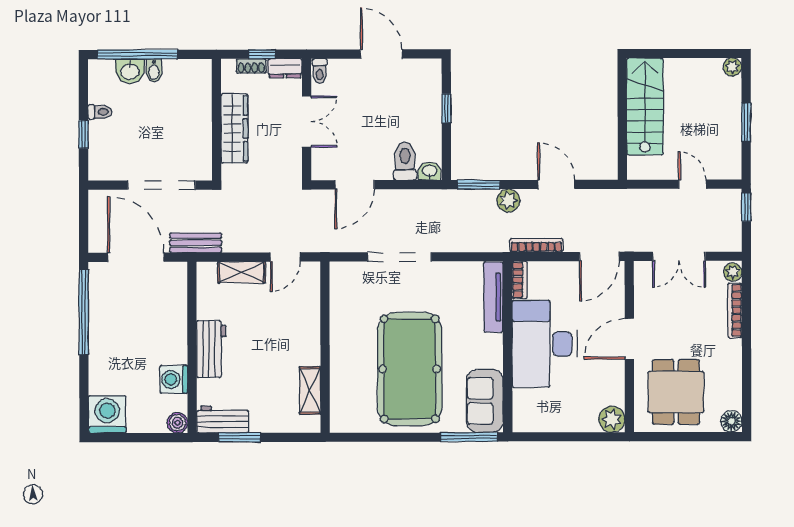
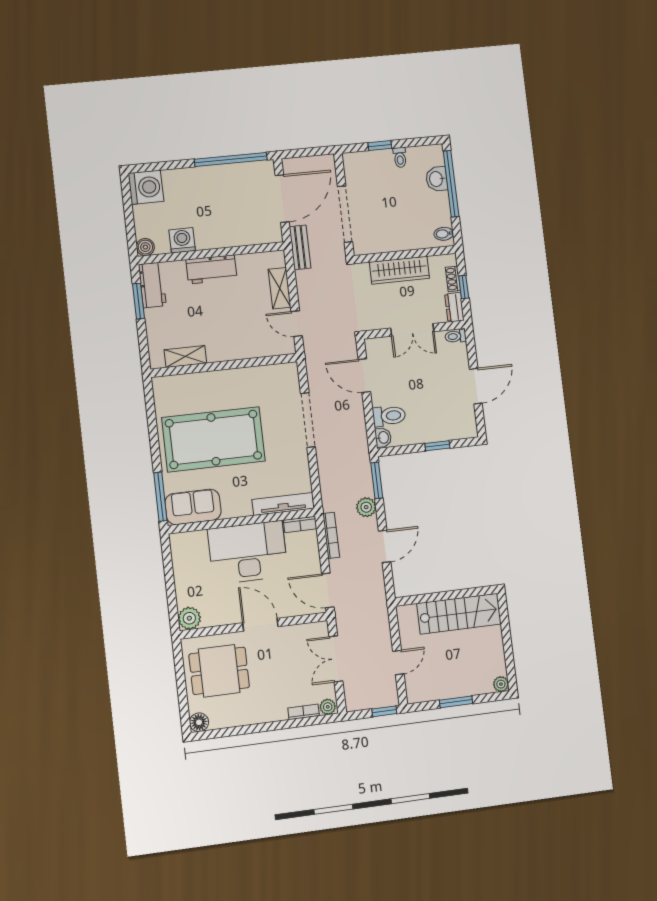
bidet: (154, 70) -> (444, 234), moved
bookcase: (735, 310) -> (304, 712), width x0.64

